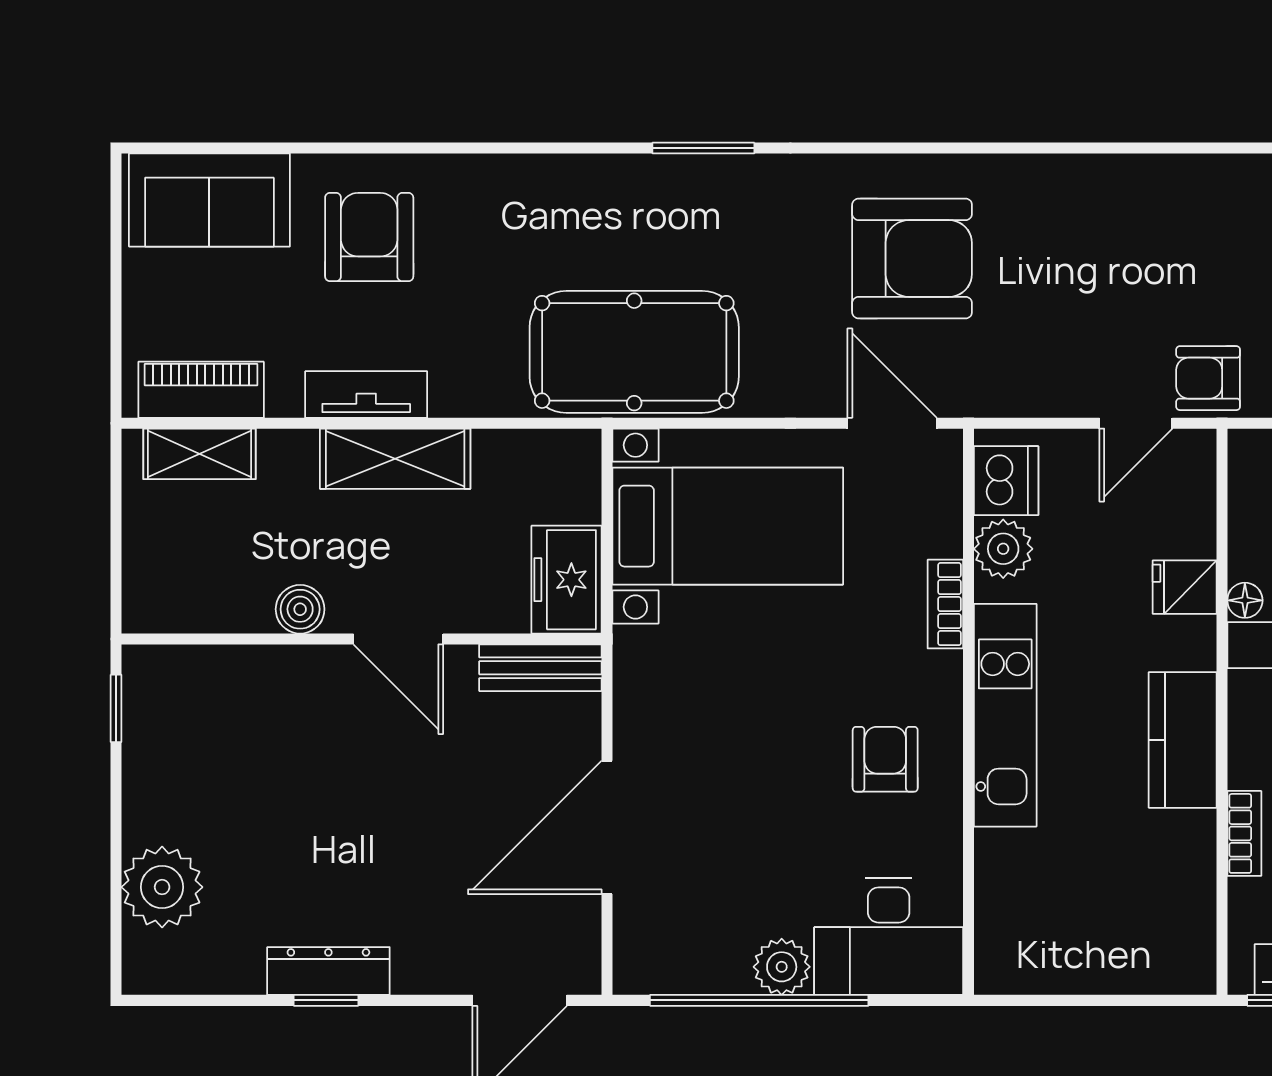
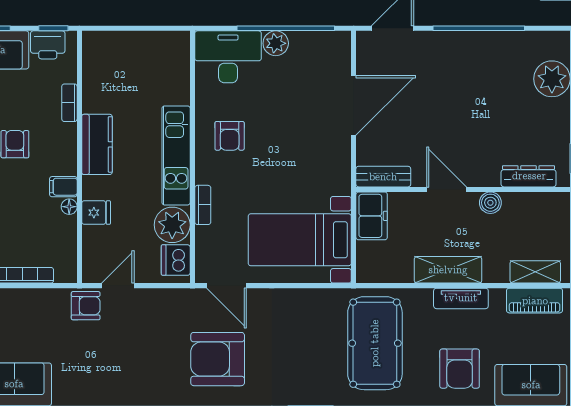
pool table: (634, 352) -> (375, 343), moved, turned 90
plant: (1003, 549) -> (172, 225), width x1.36, depth x1.36
dresser: (328, 971) -> (529, 176), moved, turned 180
window: (326, 1000) -> (479, 28), width x3.17

